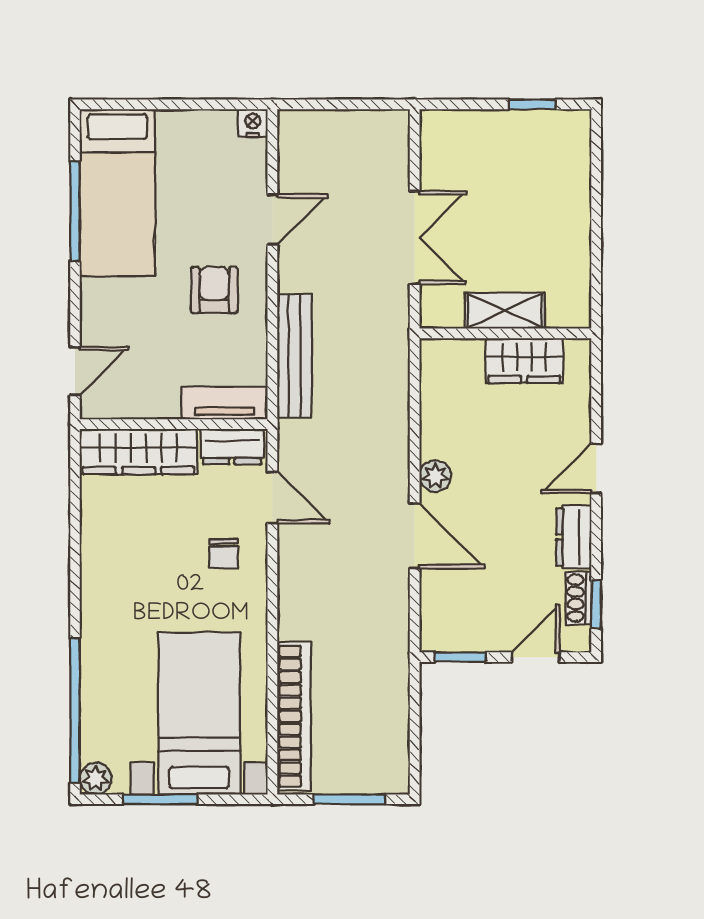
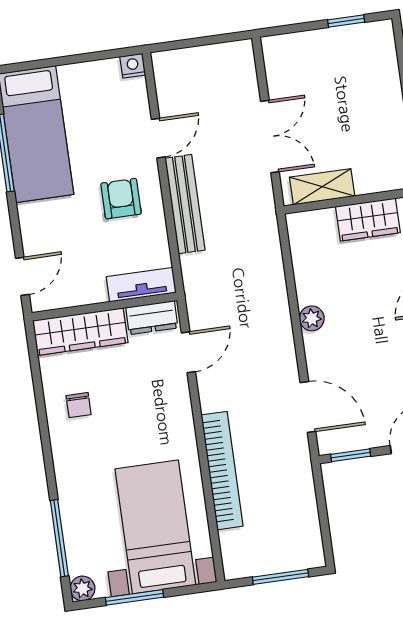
shelving: (505, 311) -> (322, 187), moved
bench: (295, 356) -> (185, 204), moved
door: (272, 497) -> (188, 352), hinge flipped
door: (415, 536) -> (308, 407), moved
chair: (224, 554) -> (79, 405), moved
window: (75, 711) -> (59, 538), width x0.68
bookcase: (294, 716) -> (222, 471), moved

